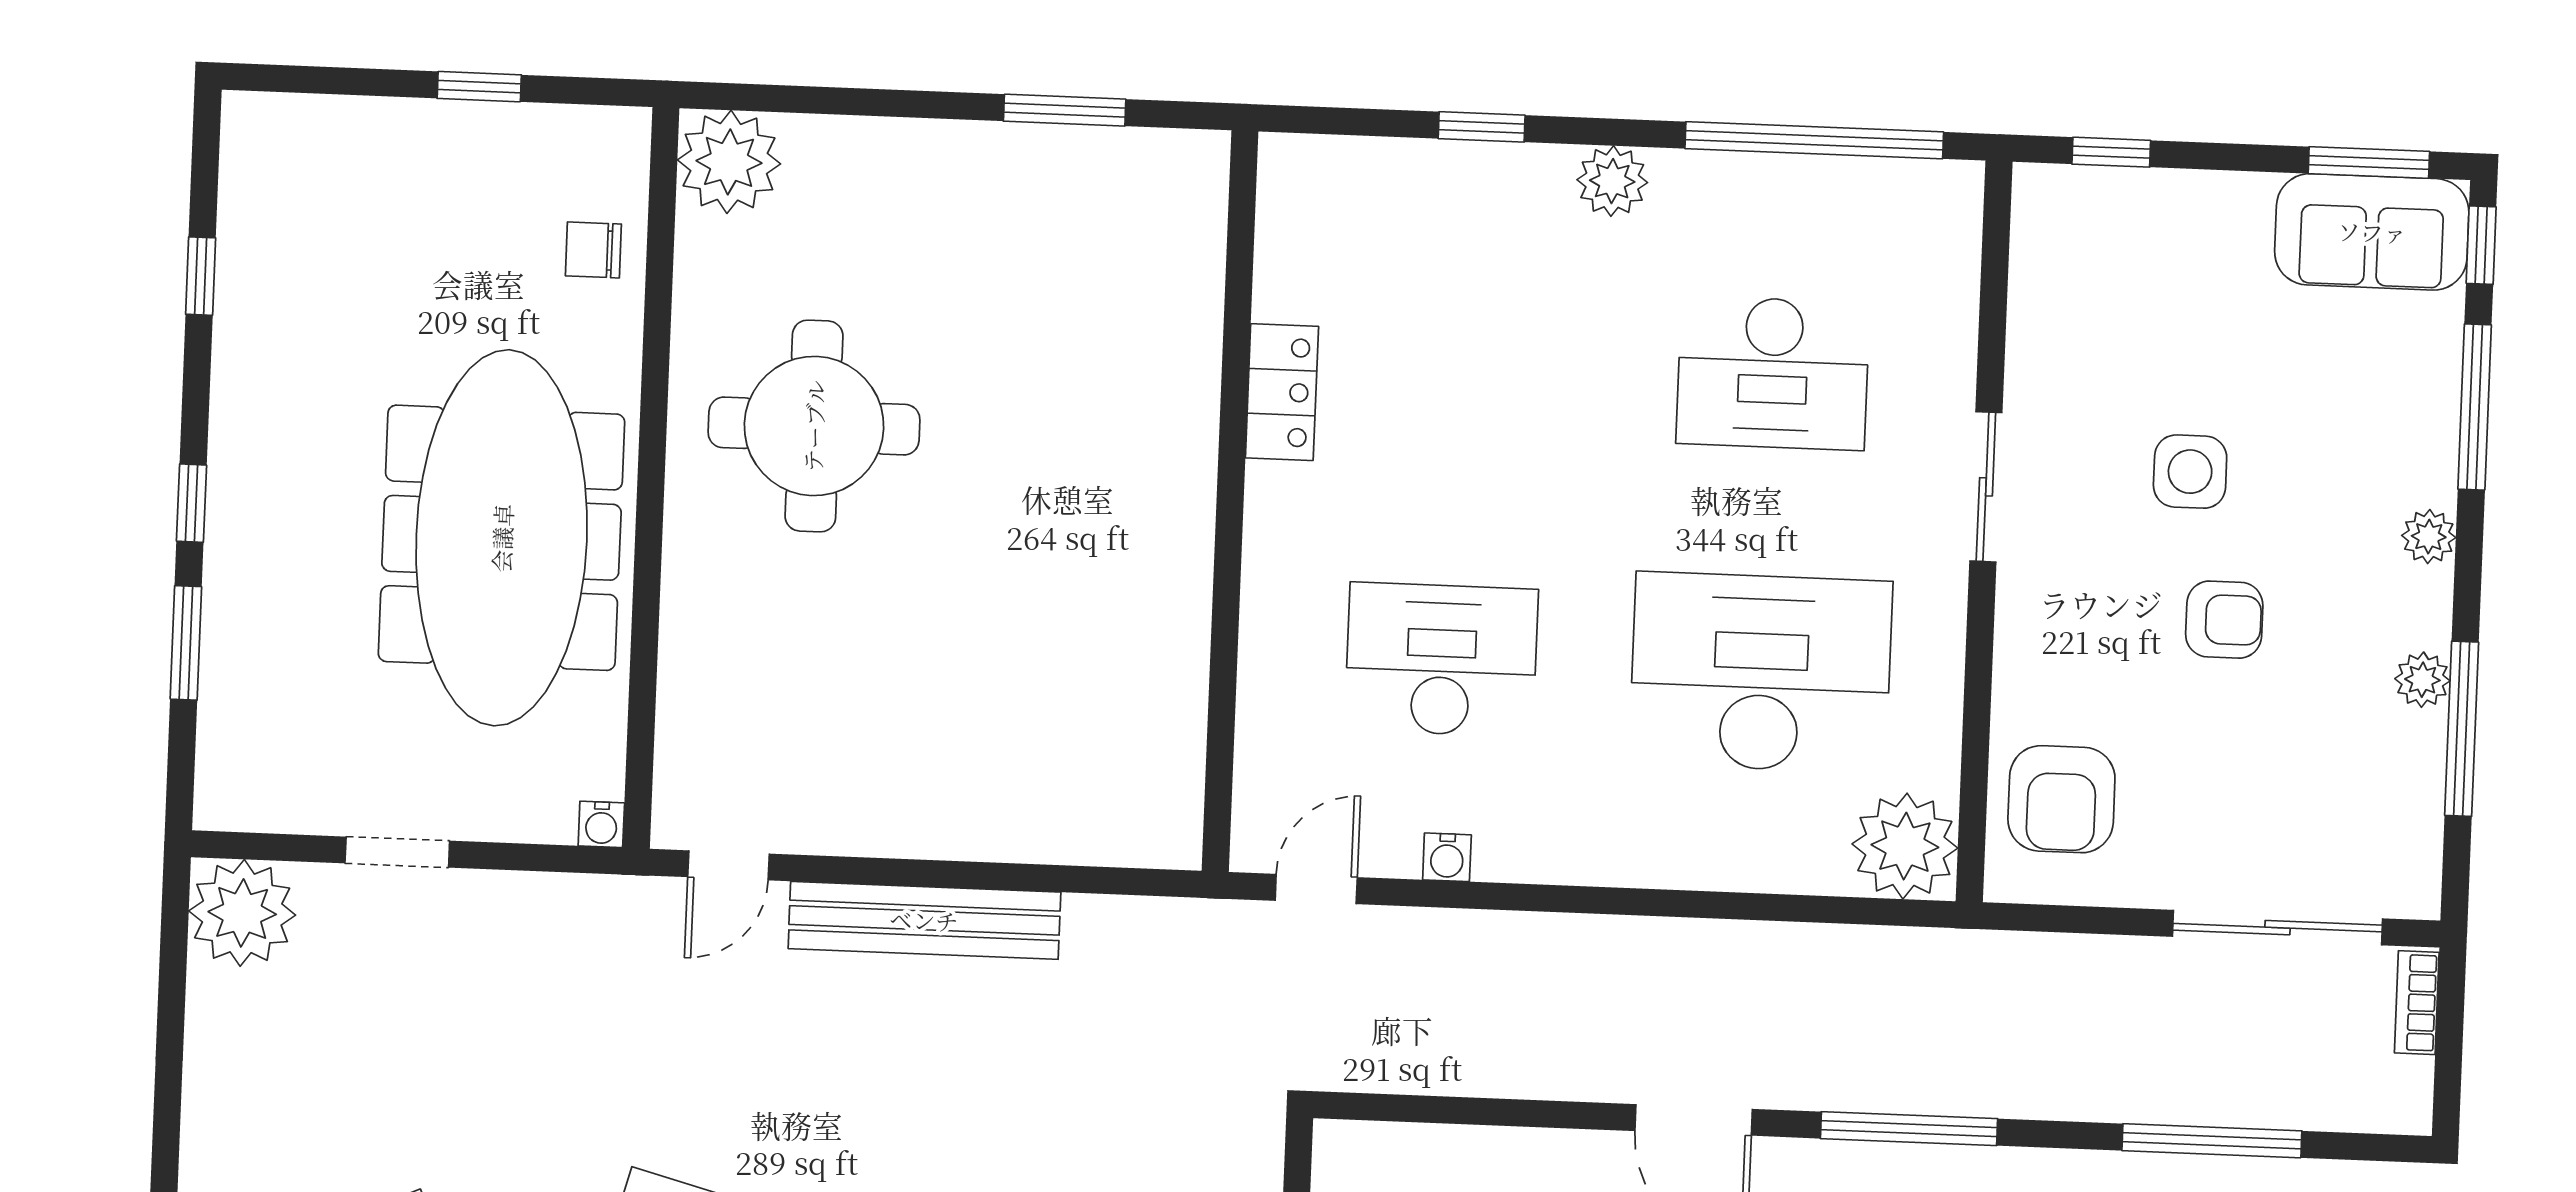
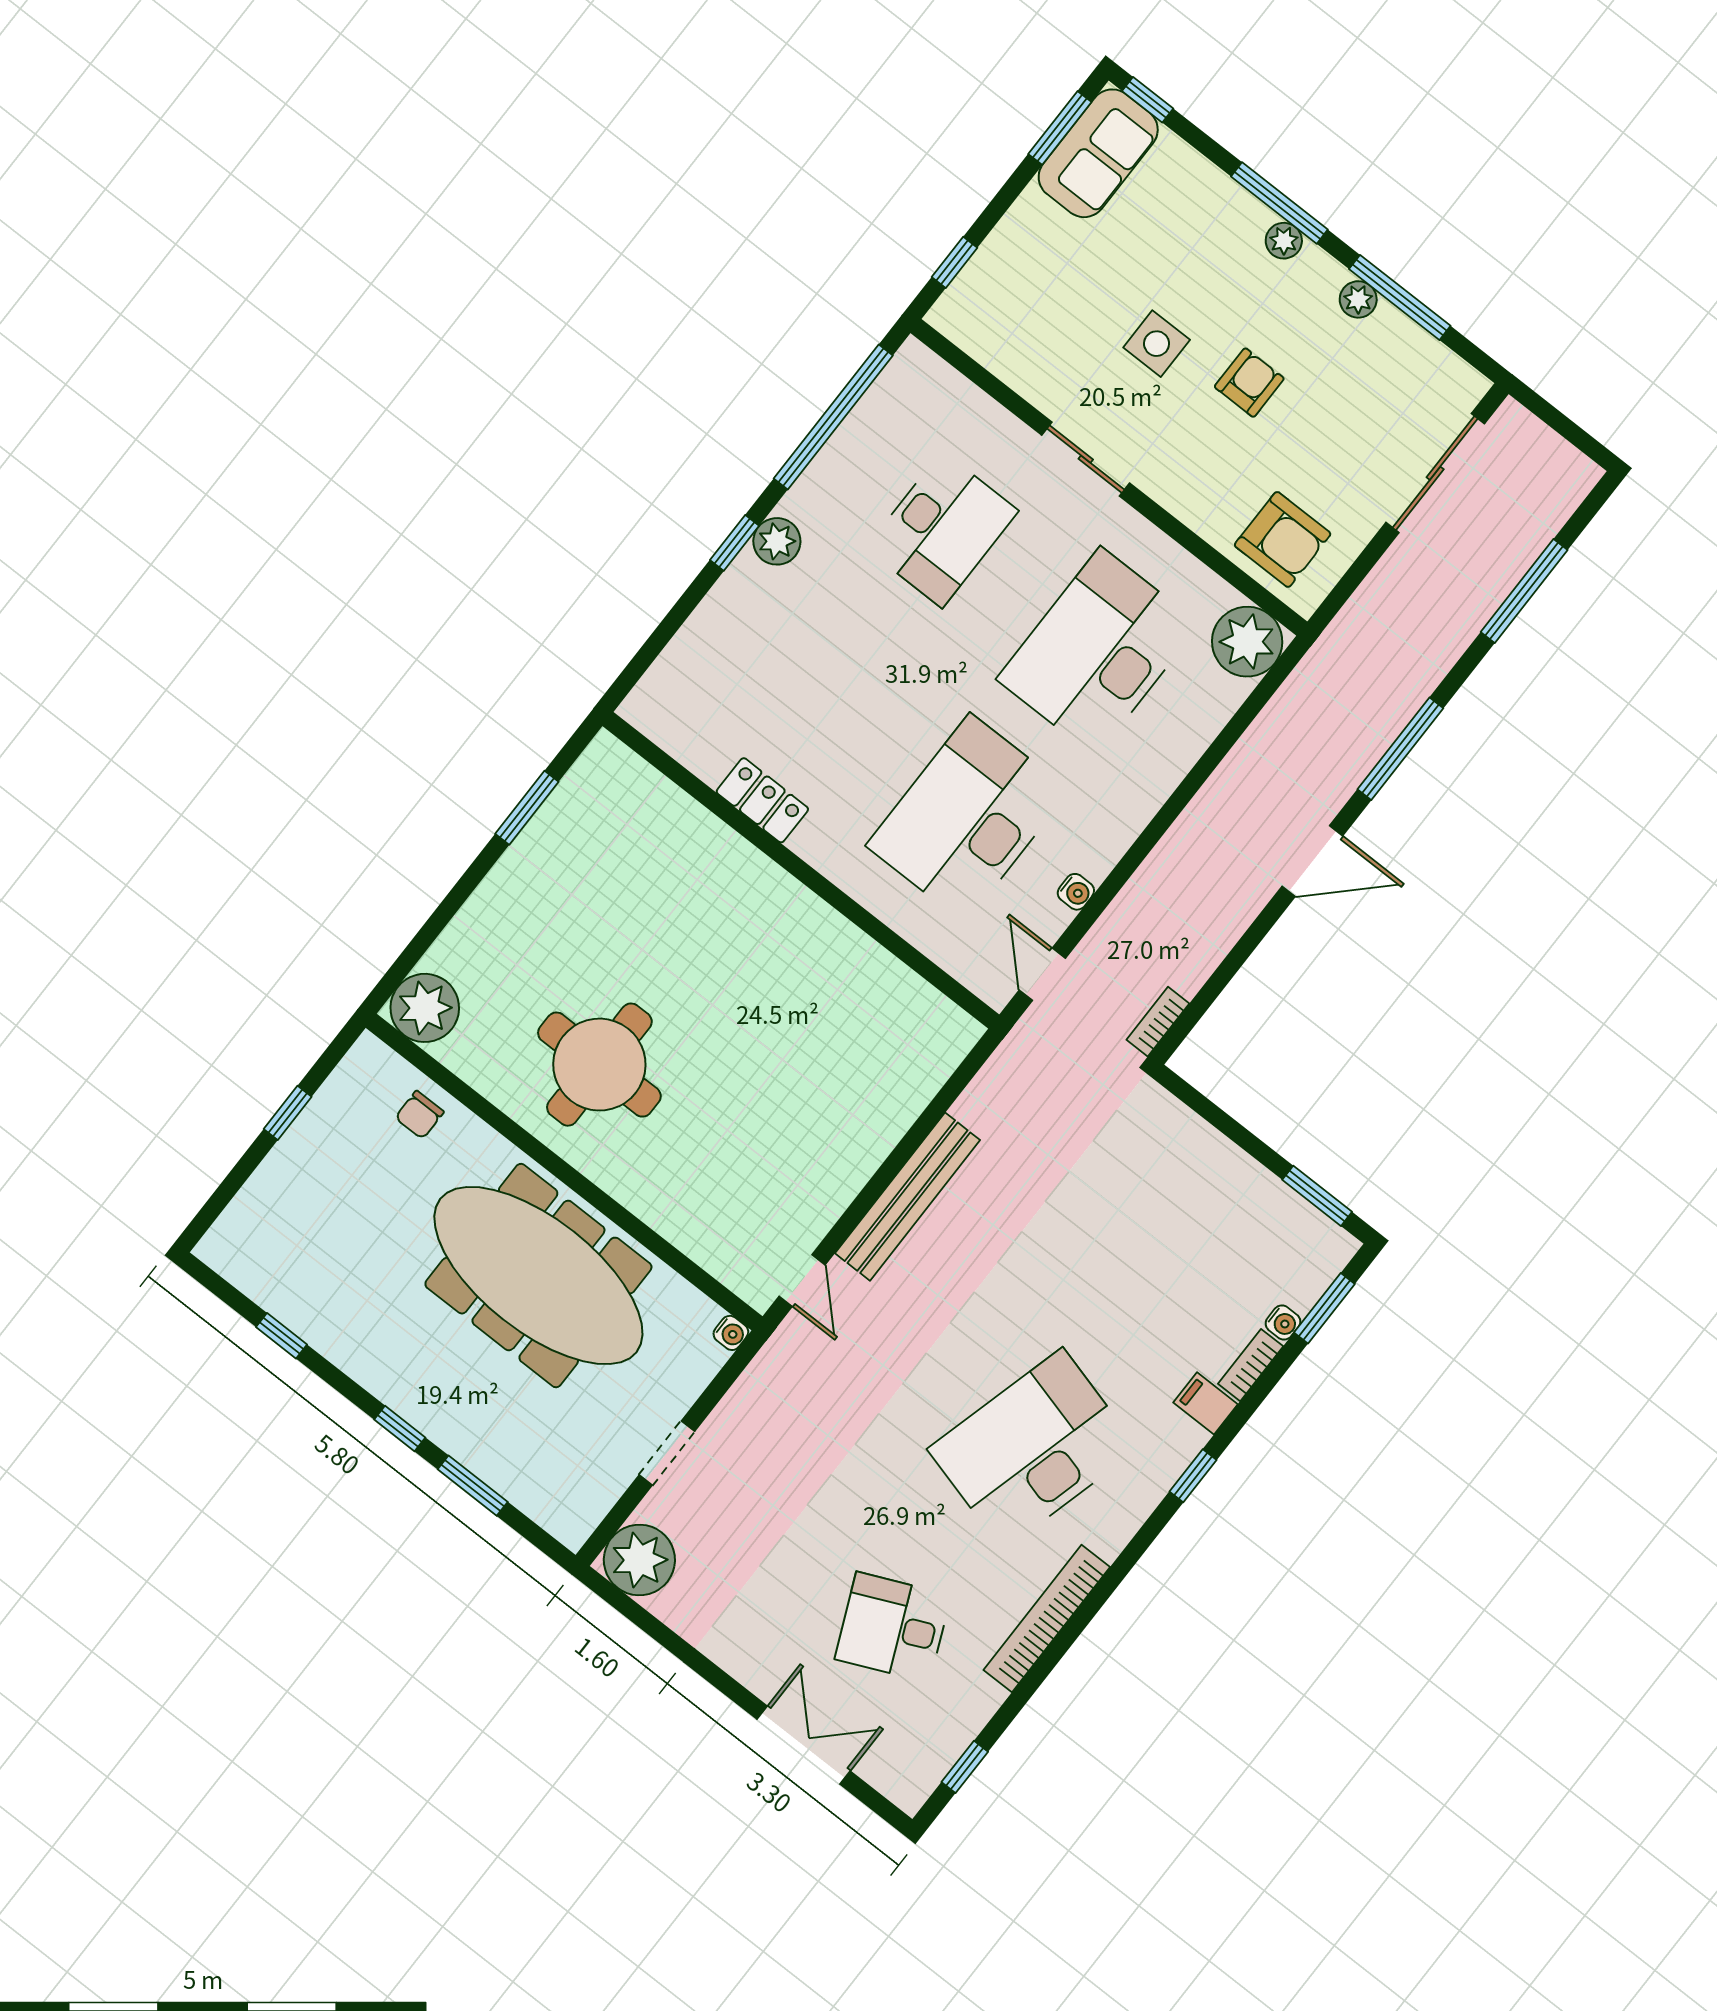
window: (1482, 127) -> (735, 543), moved
window: (2475, 407) -> (1279, 203), moved
desk: (1441, 660) -> (968, 818), width x1.36, depth x1.30
bookcase: (2417, 1003) -> (1158, 1022), moved, turned 90

